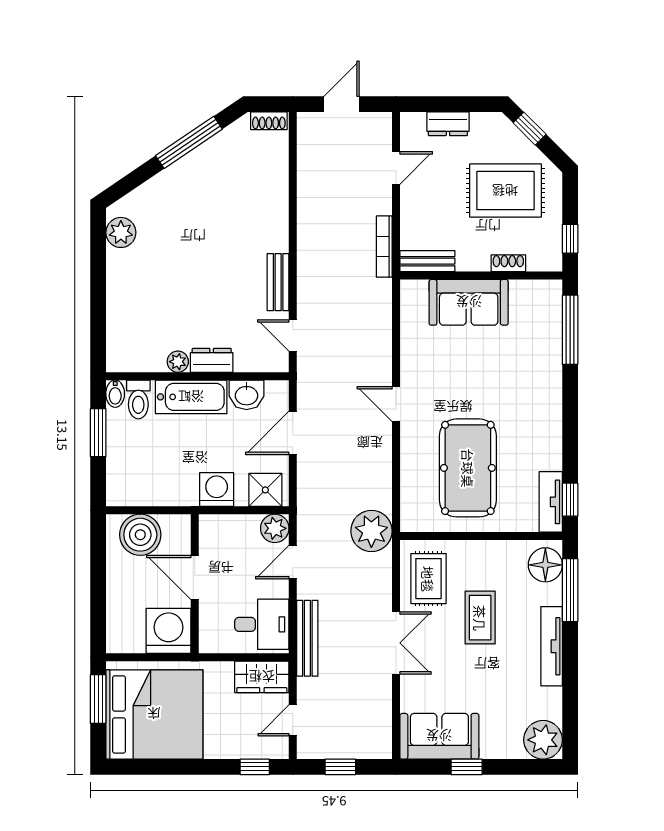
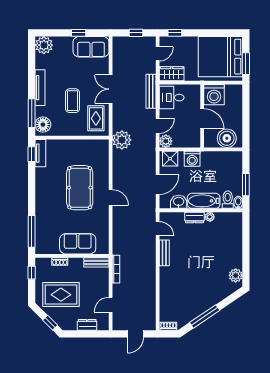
pool table: (468, 468) -> (80, 188), moved

